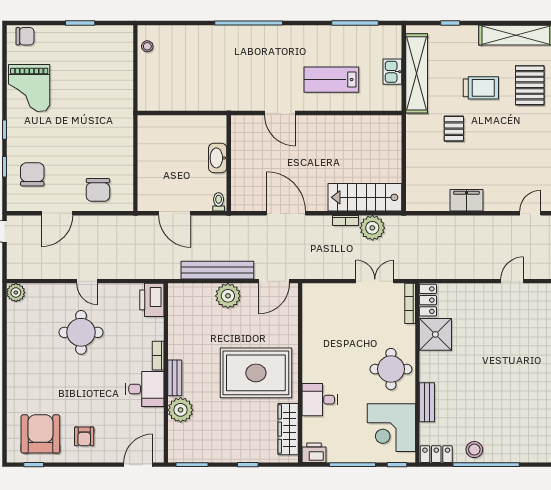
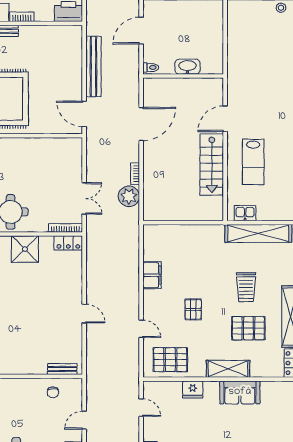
kitchen sink: (392, 72) -> (245, 213), moved
lab bench: (331, 80) -> (253, 162), turned 180
pallet: (454, 129) -> (193, 309), moved, turned 90
stairs: (365, 197) -> (212, 165), moved, turned 180
plant: (228, 296) -> (72, 75), removed
shower: (435, 334) -> (25, 249), moved

